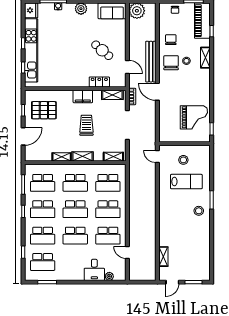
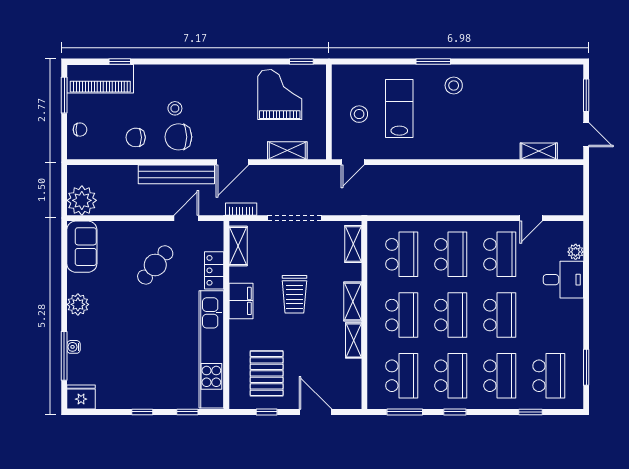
kitchen unit: (31, 50) -> (211, 349), moved, turned -90
shelving: (205, 58) -> (287, 151), moved
trolley: (86, 125) -> (294, 294), turned -90

